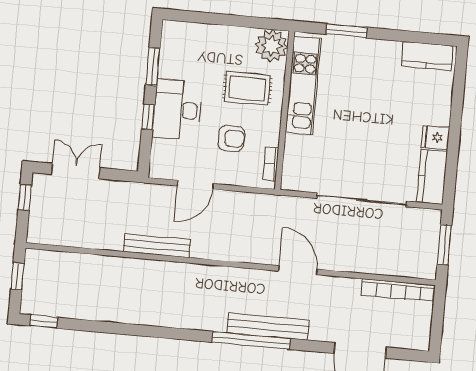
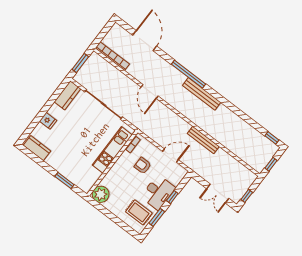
kitchen unit: (303, 86) -> (112, 150), moved
rug: (247, 88) -> (139, 212), moved
fridge: (435, 137) -> (48, 121), moved
bench: (268, 327) -> (202, 94), moved

